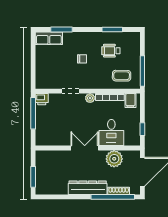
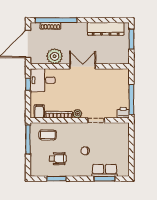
row of seats: (49, 38) -> (105, 170), moved
desk: (111, 133) -> (43, 80), moved, turned -90
double door: (85, 148) -> (83, 66), swing flipped
dresser: (88, 188) -> (106, 29), moved

